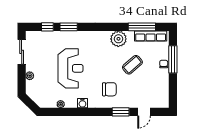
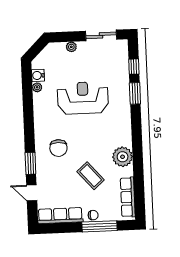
window: (142, 27) -> (139, 186), removed
reception desk: (71, 68) -> (83, 98), turned 180
row of seats: (163, 90) -> (60, 216), added
water cooler: (82, 103) -> (38, 75), moved

